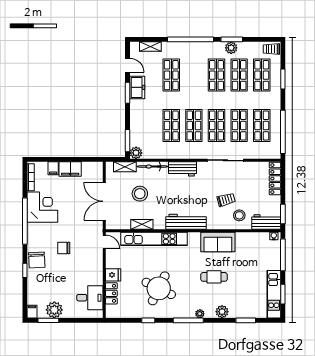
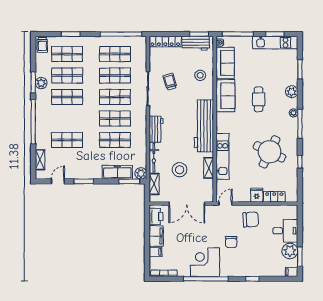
freezer: (137, 87) -> (117, 172), moved, width x1.40
printer: (91, 169) -> (156, 216), added
trolley: (226, 200) -> (170, 82), moved
corner desk: (42, 207) -> (205, 262), moved
workbench: (186, 222) -> (204, 126), width x1.36, depth x1.32
workbench: (266, 222) -> (196, 43), moved, turned -90
kitchen unit: (154, 239) -> (222, 156), width x0.73
sofa: (252, 242) -> (225, 63), added
chair: (37, 260) -> (251, 219), moved
desk: (90, 298) -> (285, 231), moved, turned 90

